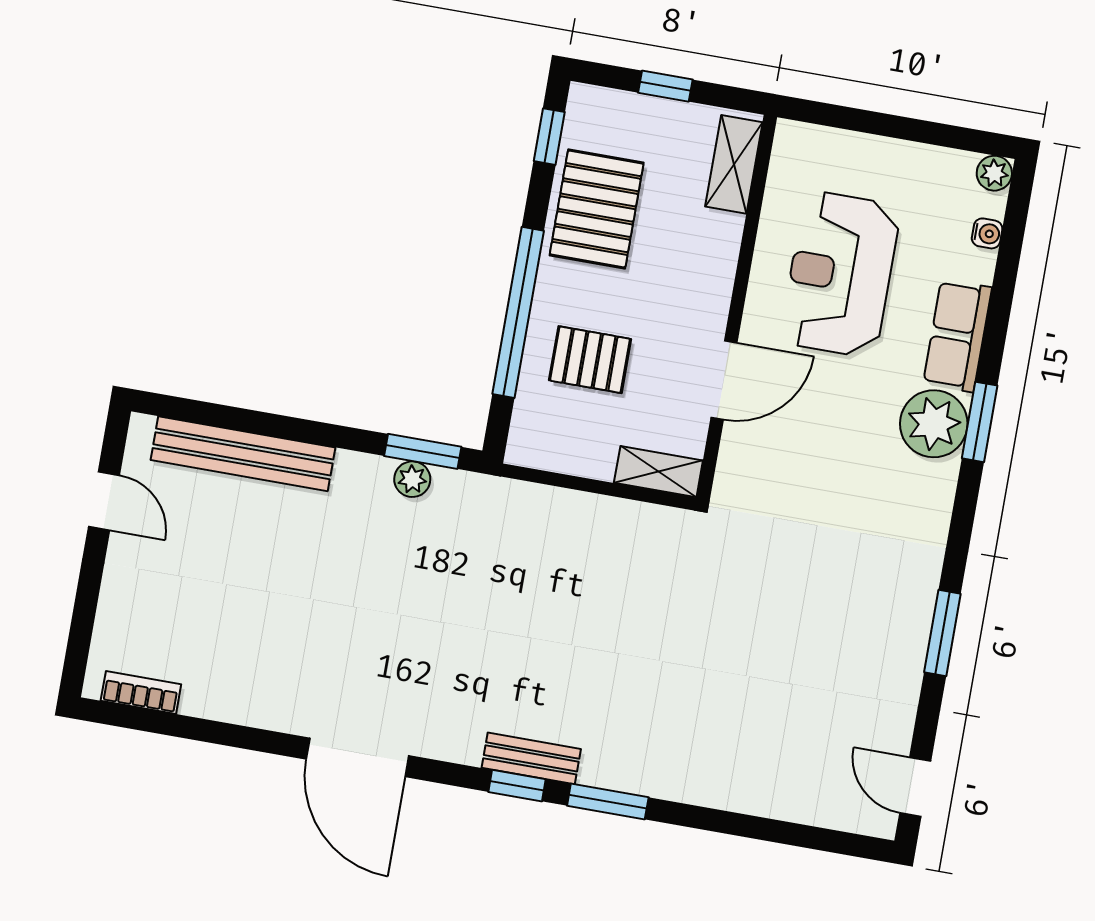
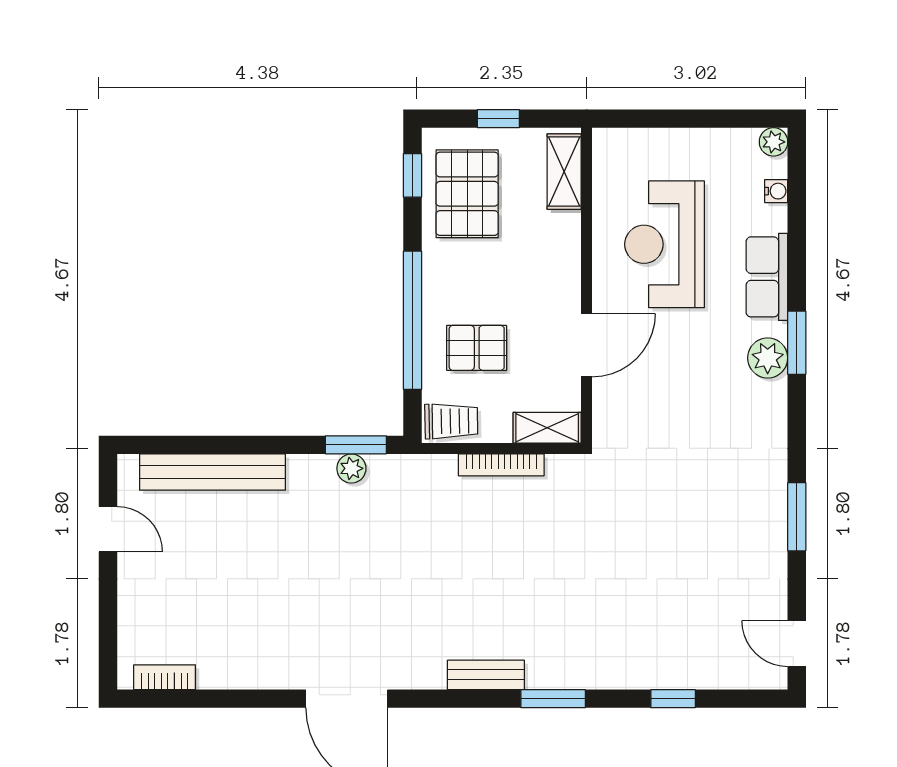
pallet: (597, 209) -> (467, 194), moved
plant: (934, 424) -> (768, 358), width x0.73, depth x0.73
trolley: (544, 443) -> (451, 421), added
bookcase: (595, 507) -> (501, 465), added
window: (517, 786) -> (673, 699), moved

